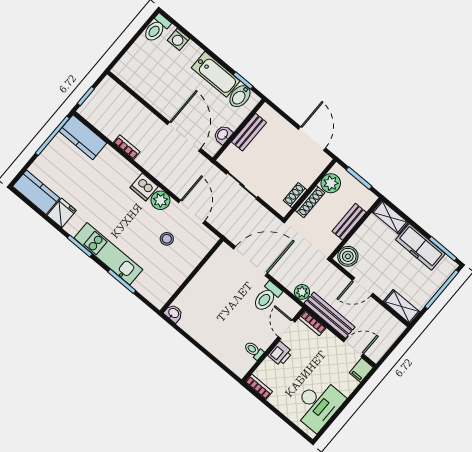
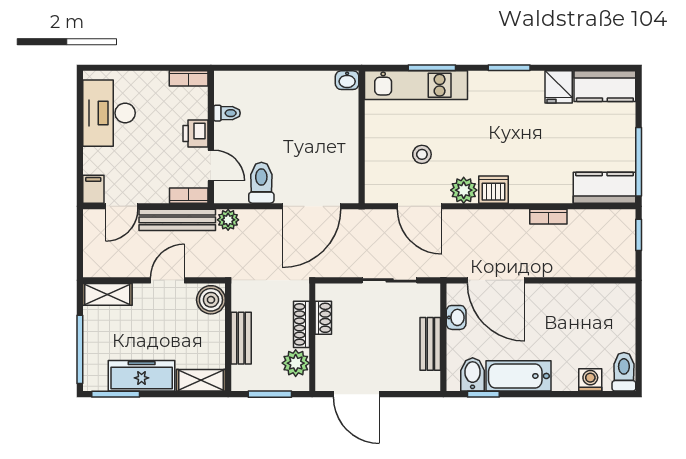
kitchen unit: (108, 254) -> (416, 85), moved

